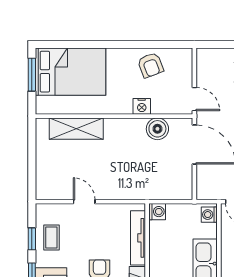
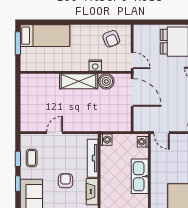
armchair: (151, 65) -> (111, 39), moved
bed: (70, 72) -> (45, 36), width x0.67
shelving: (76, 129) -> (79, 81), moved
door: (84, 202) -> (55, 133), hinge flipped

